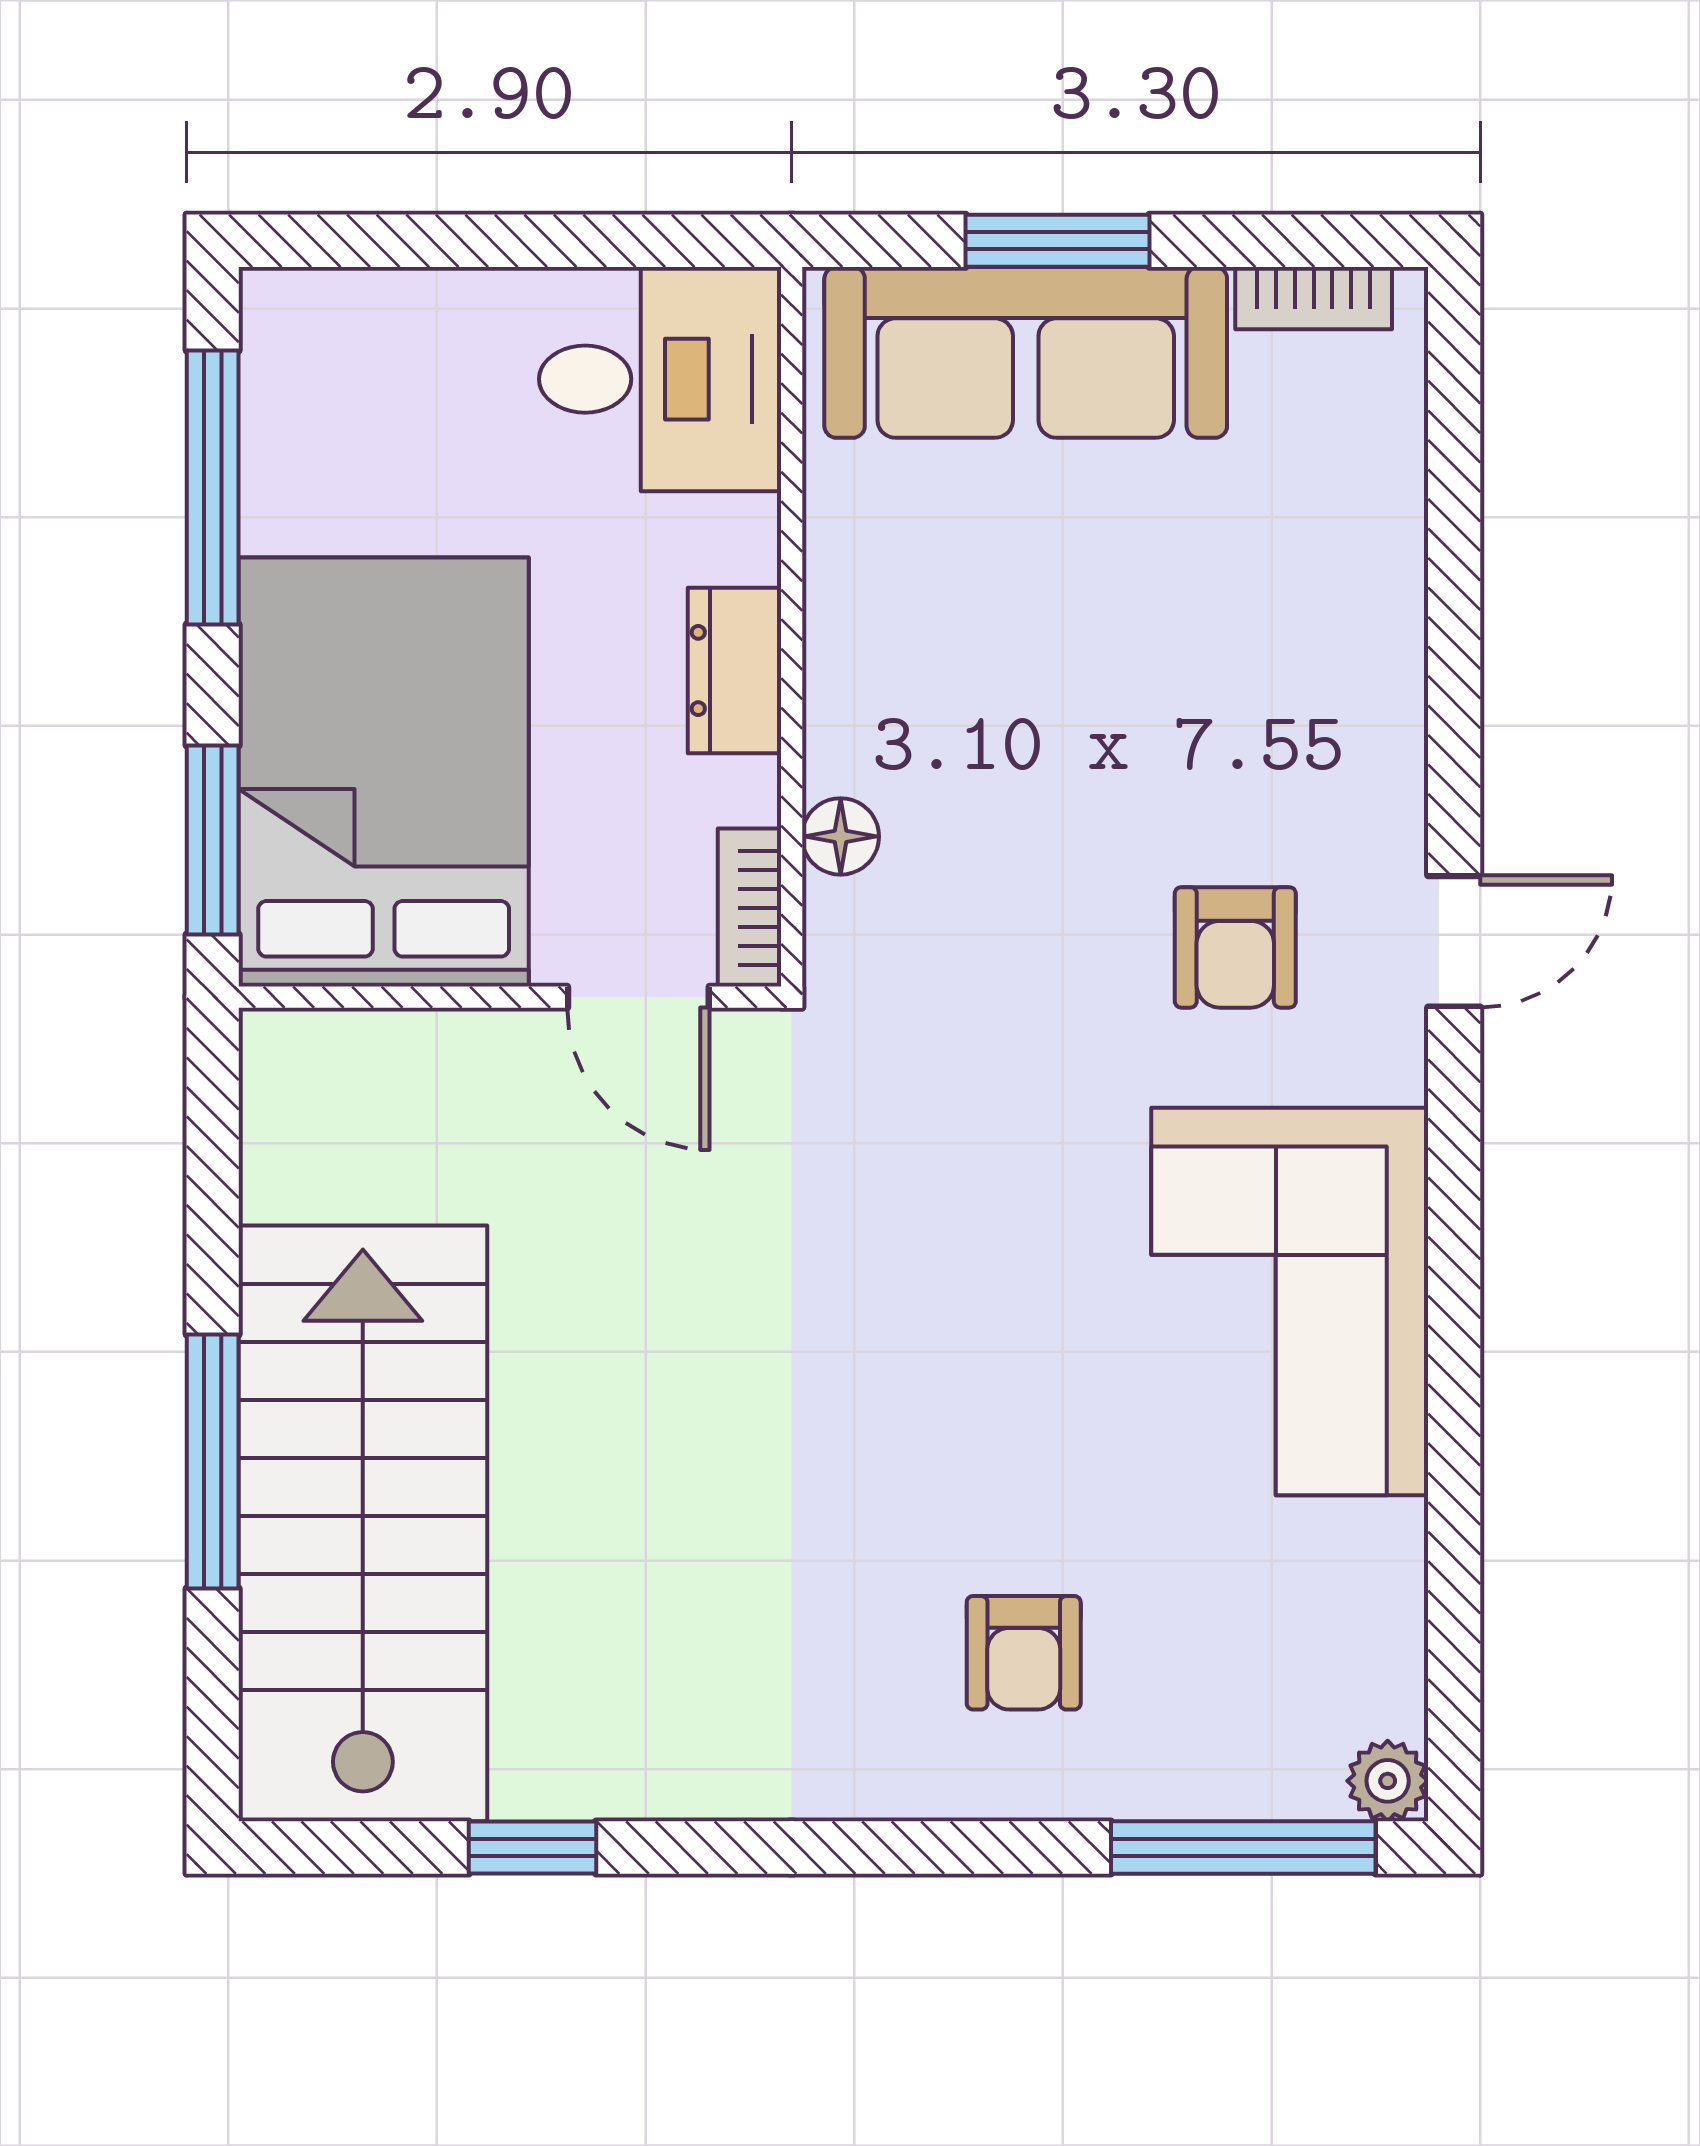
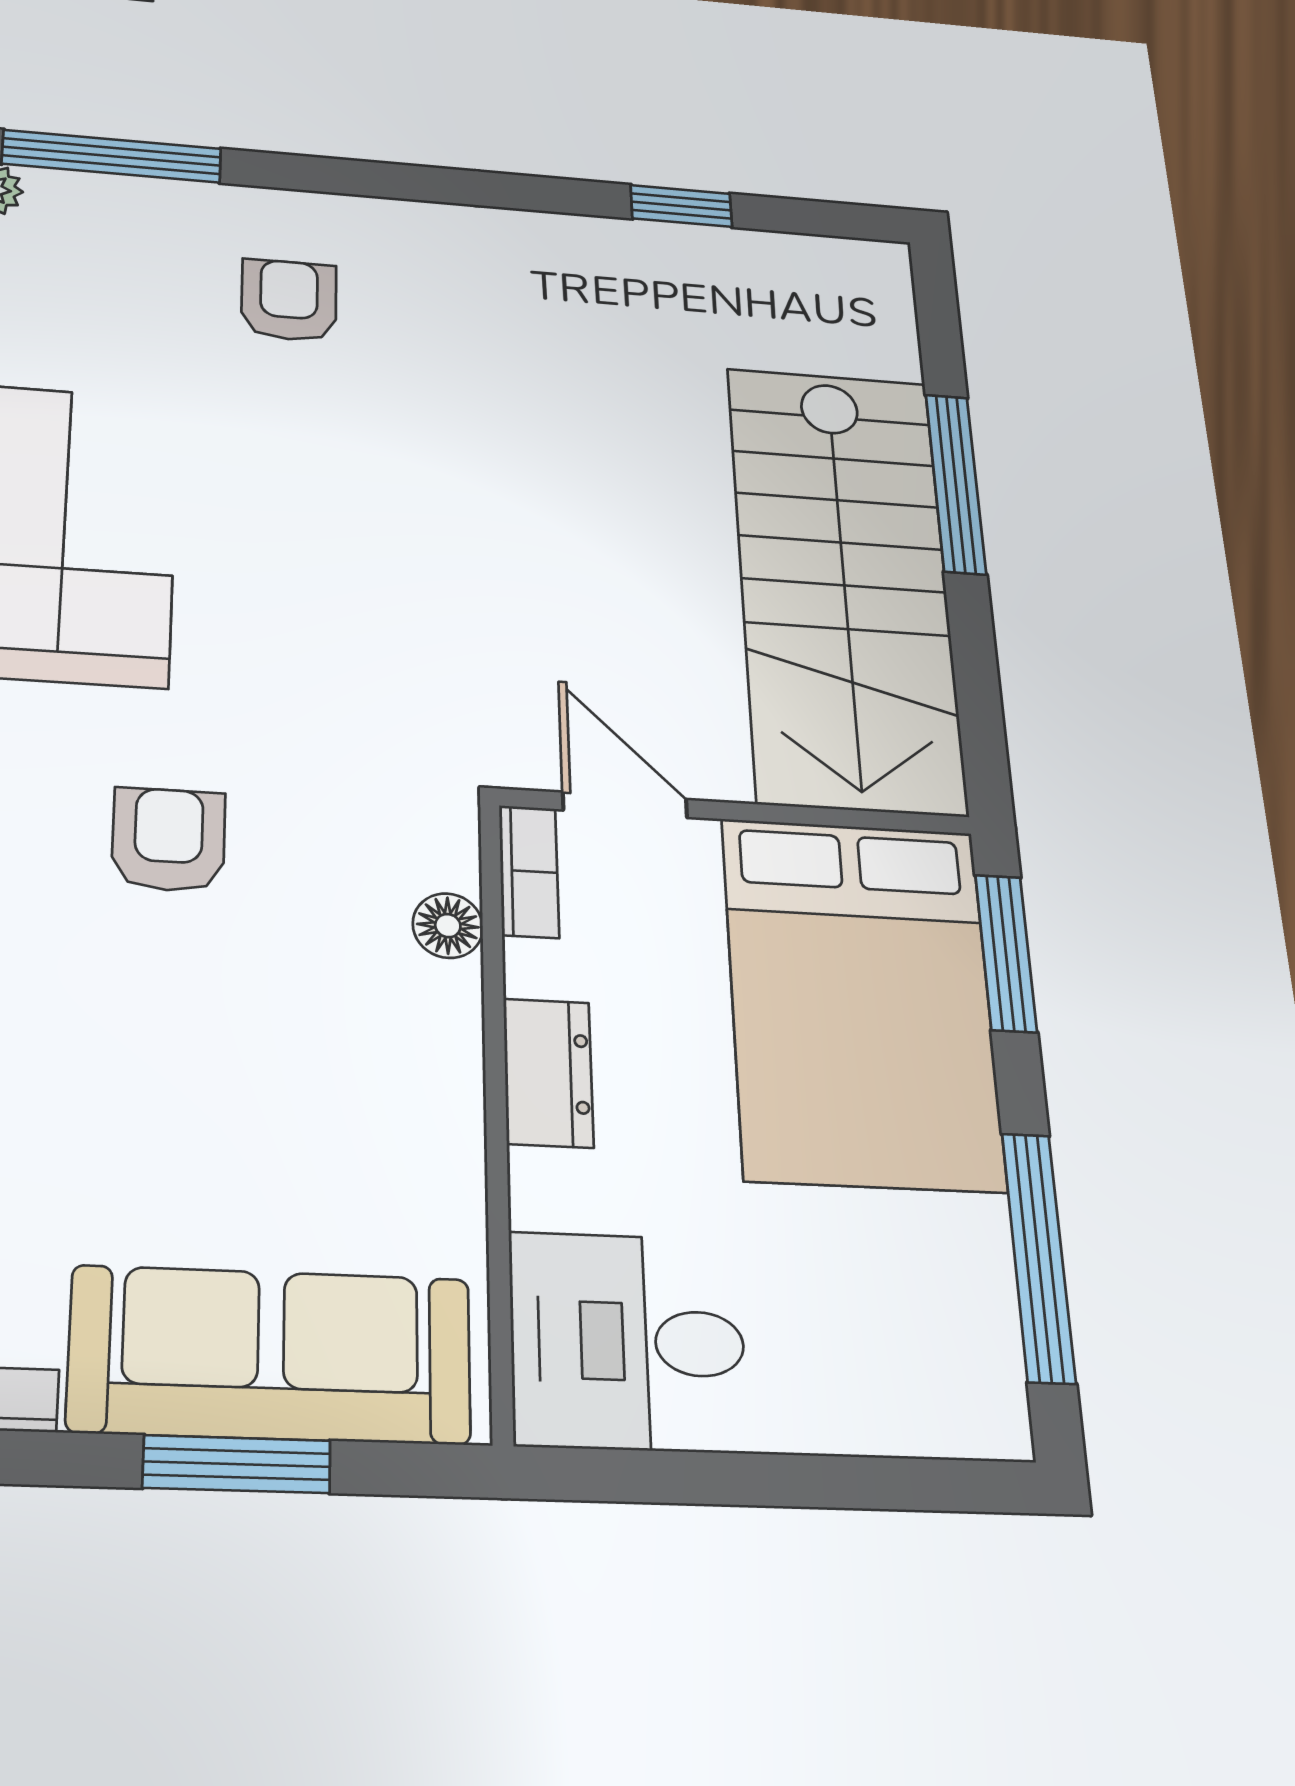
armchair: (1235, 947) -> (169, 840), moved
stairs: (363, 1523) -> (844, 586), moved

